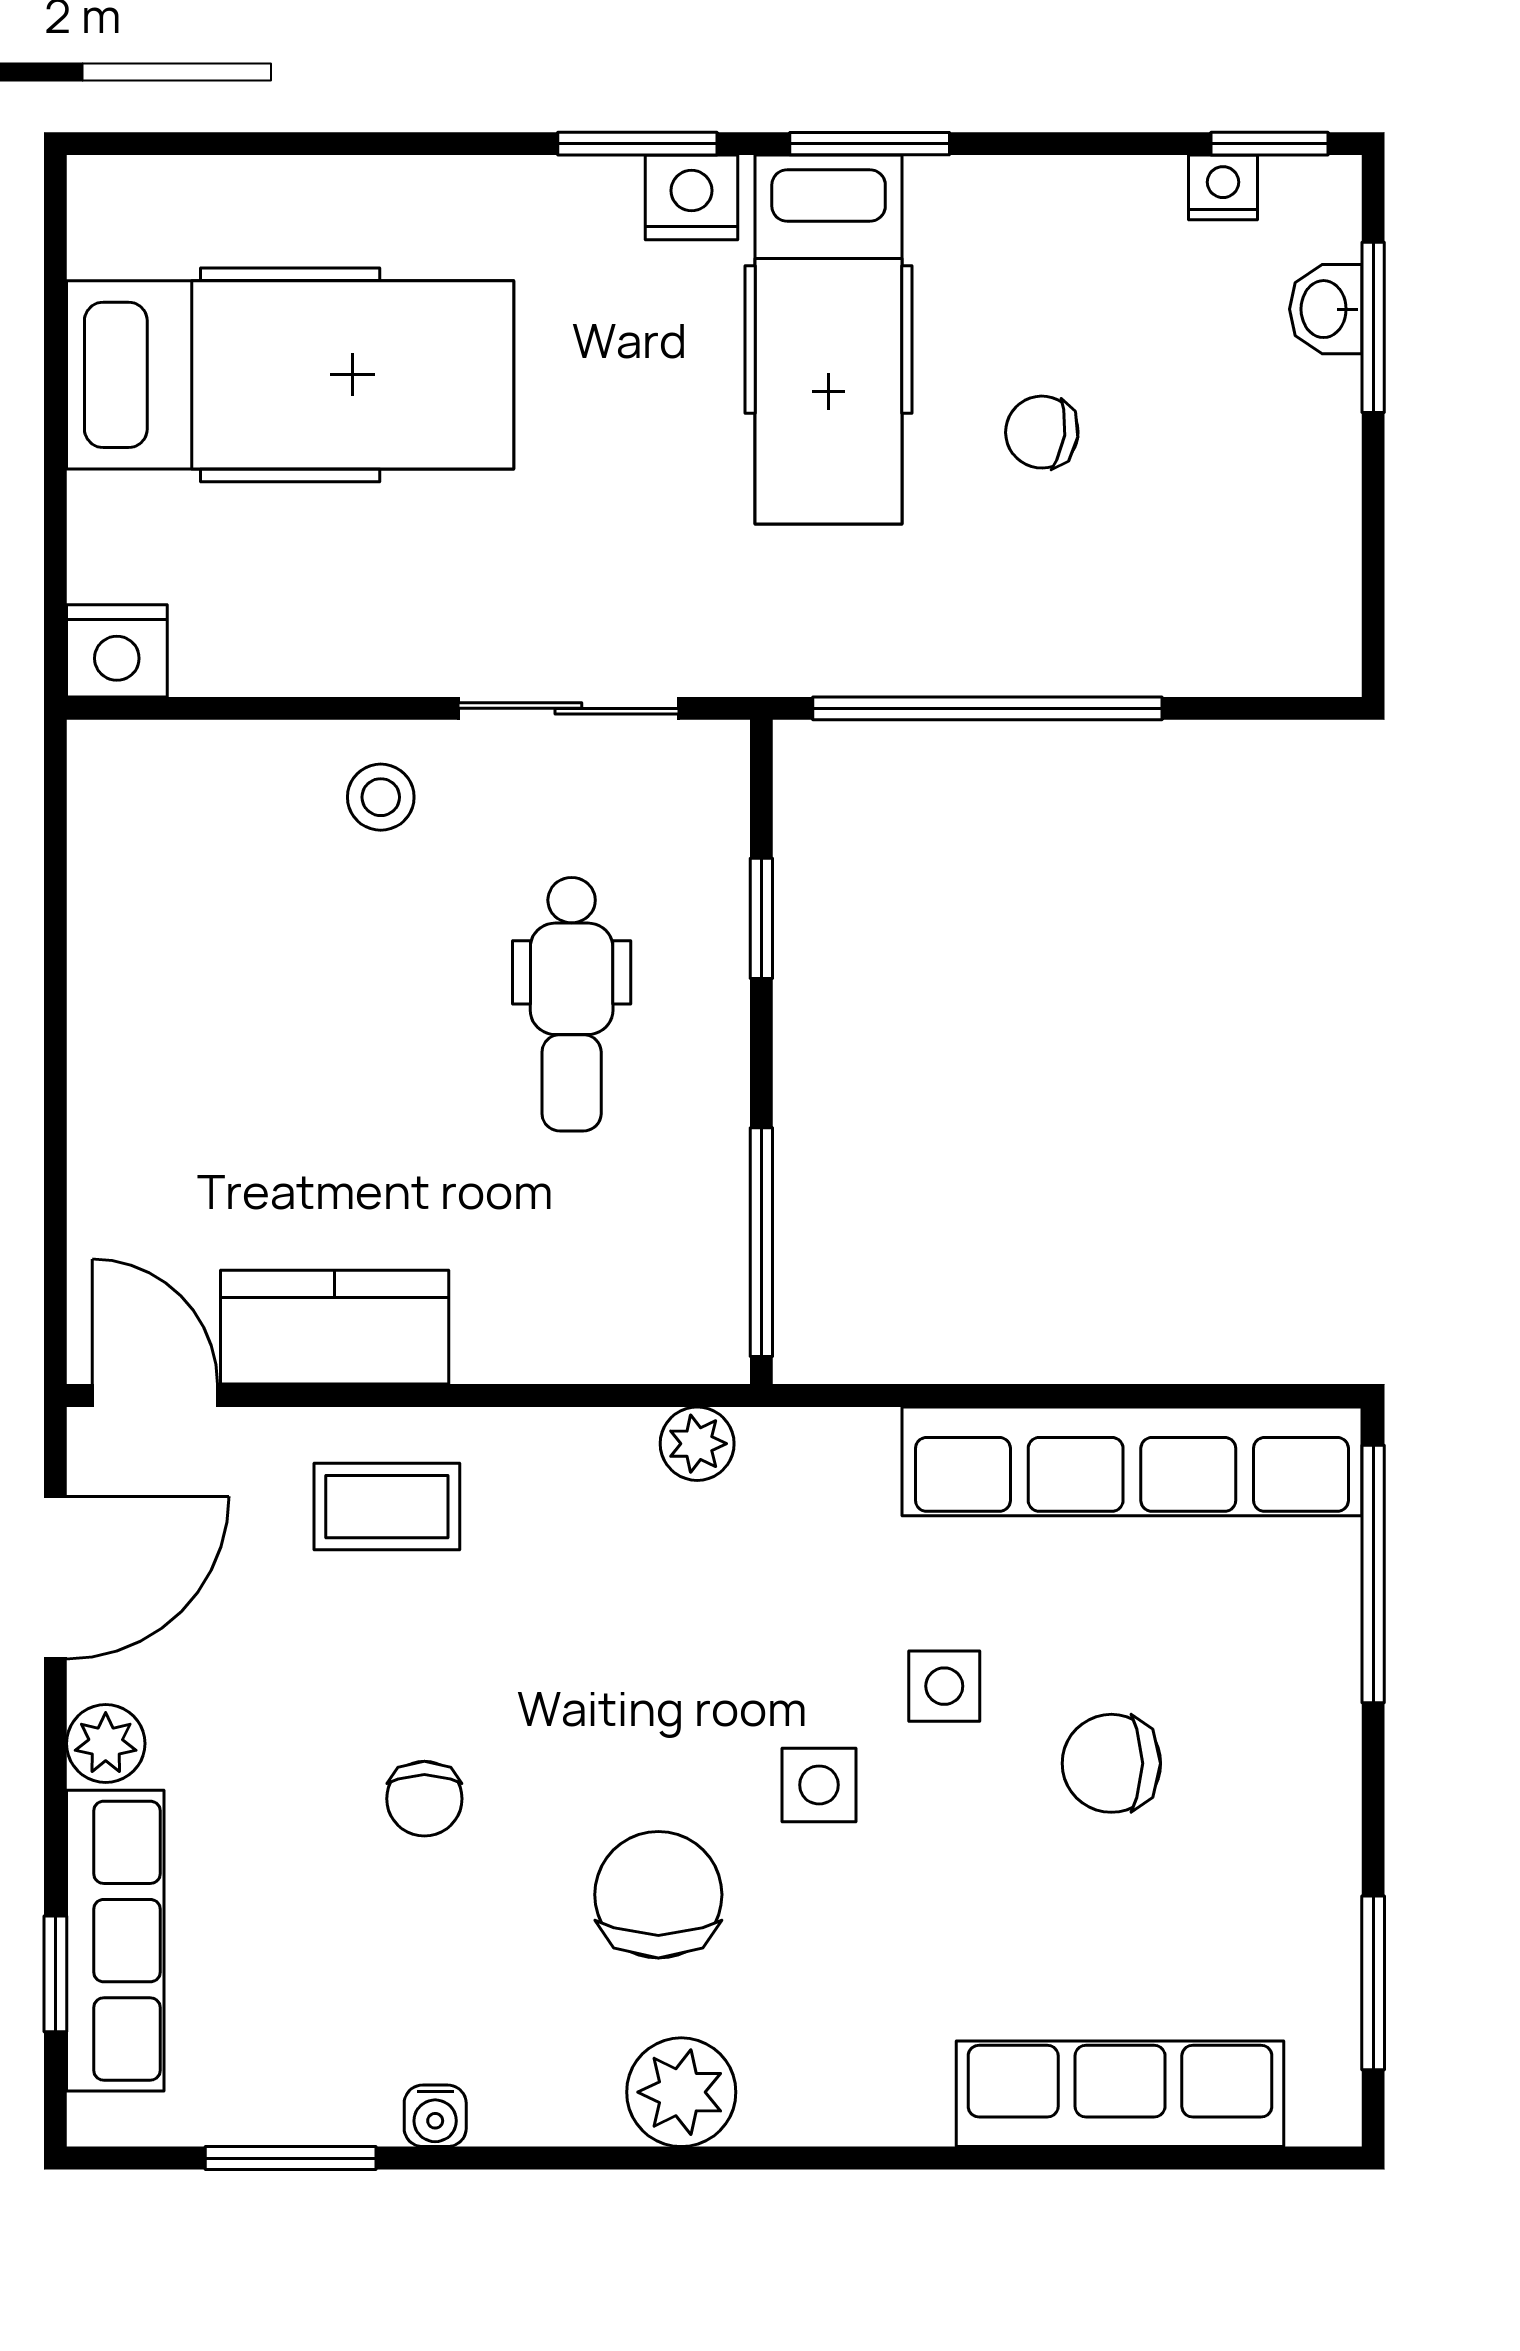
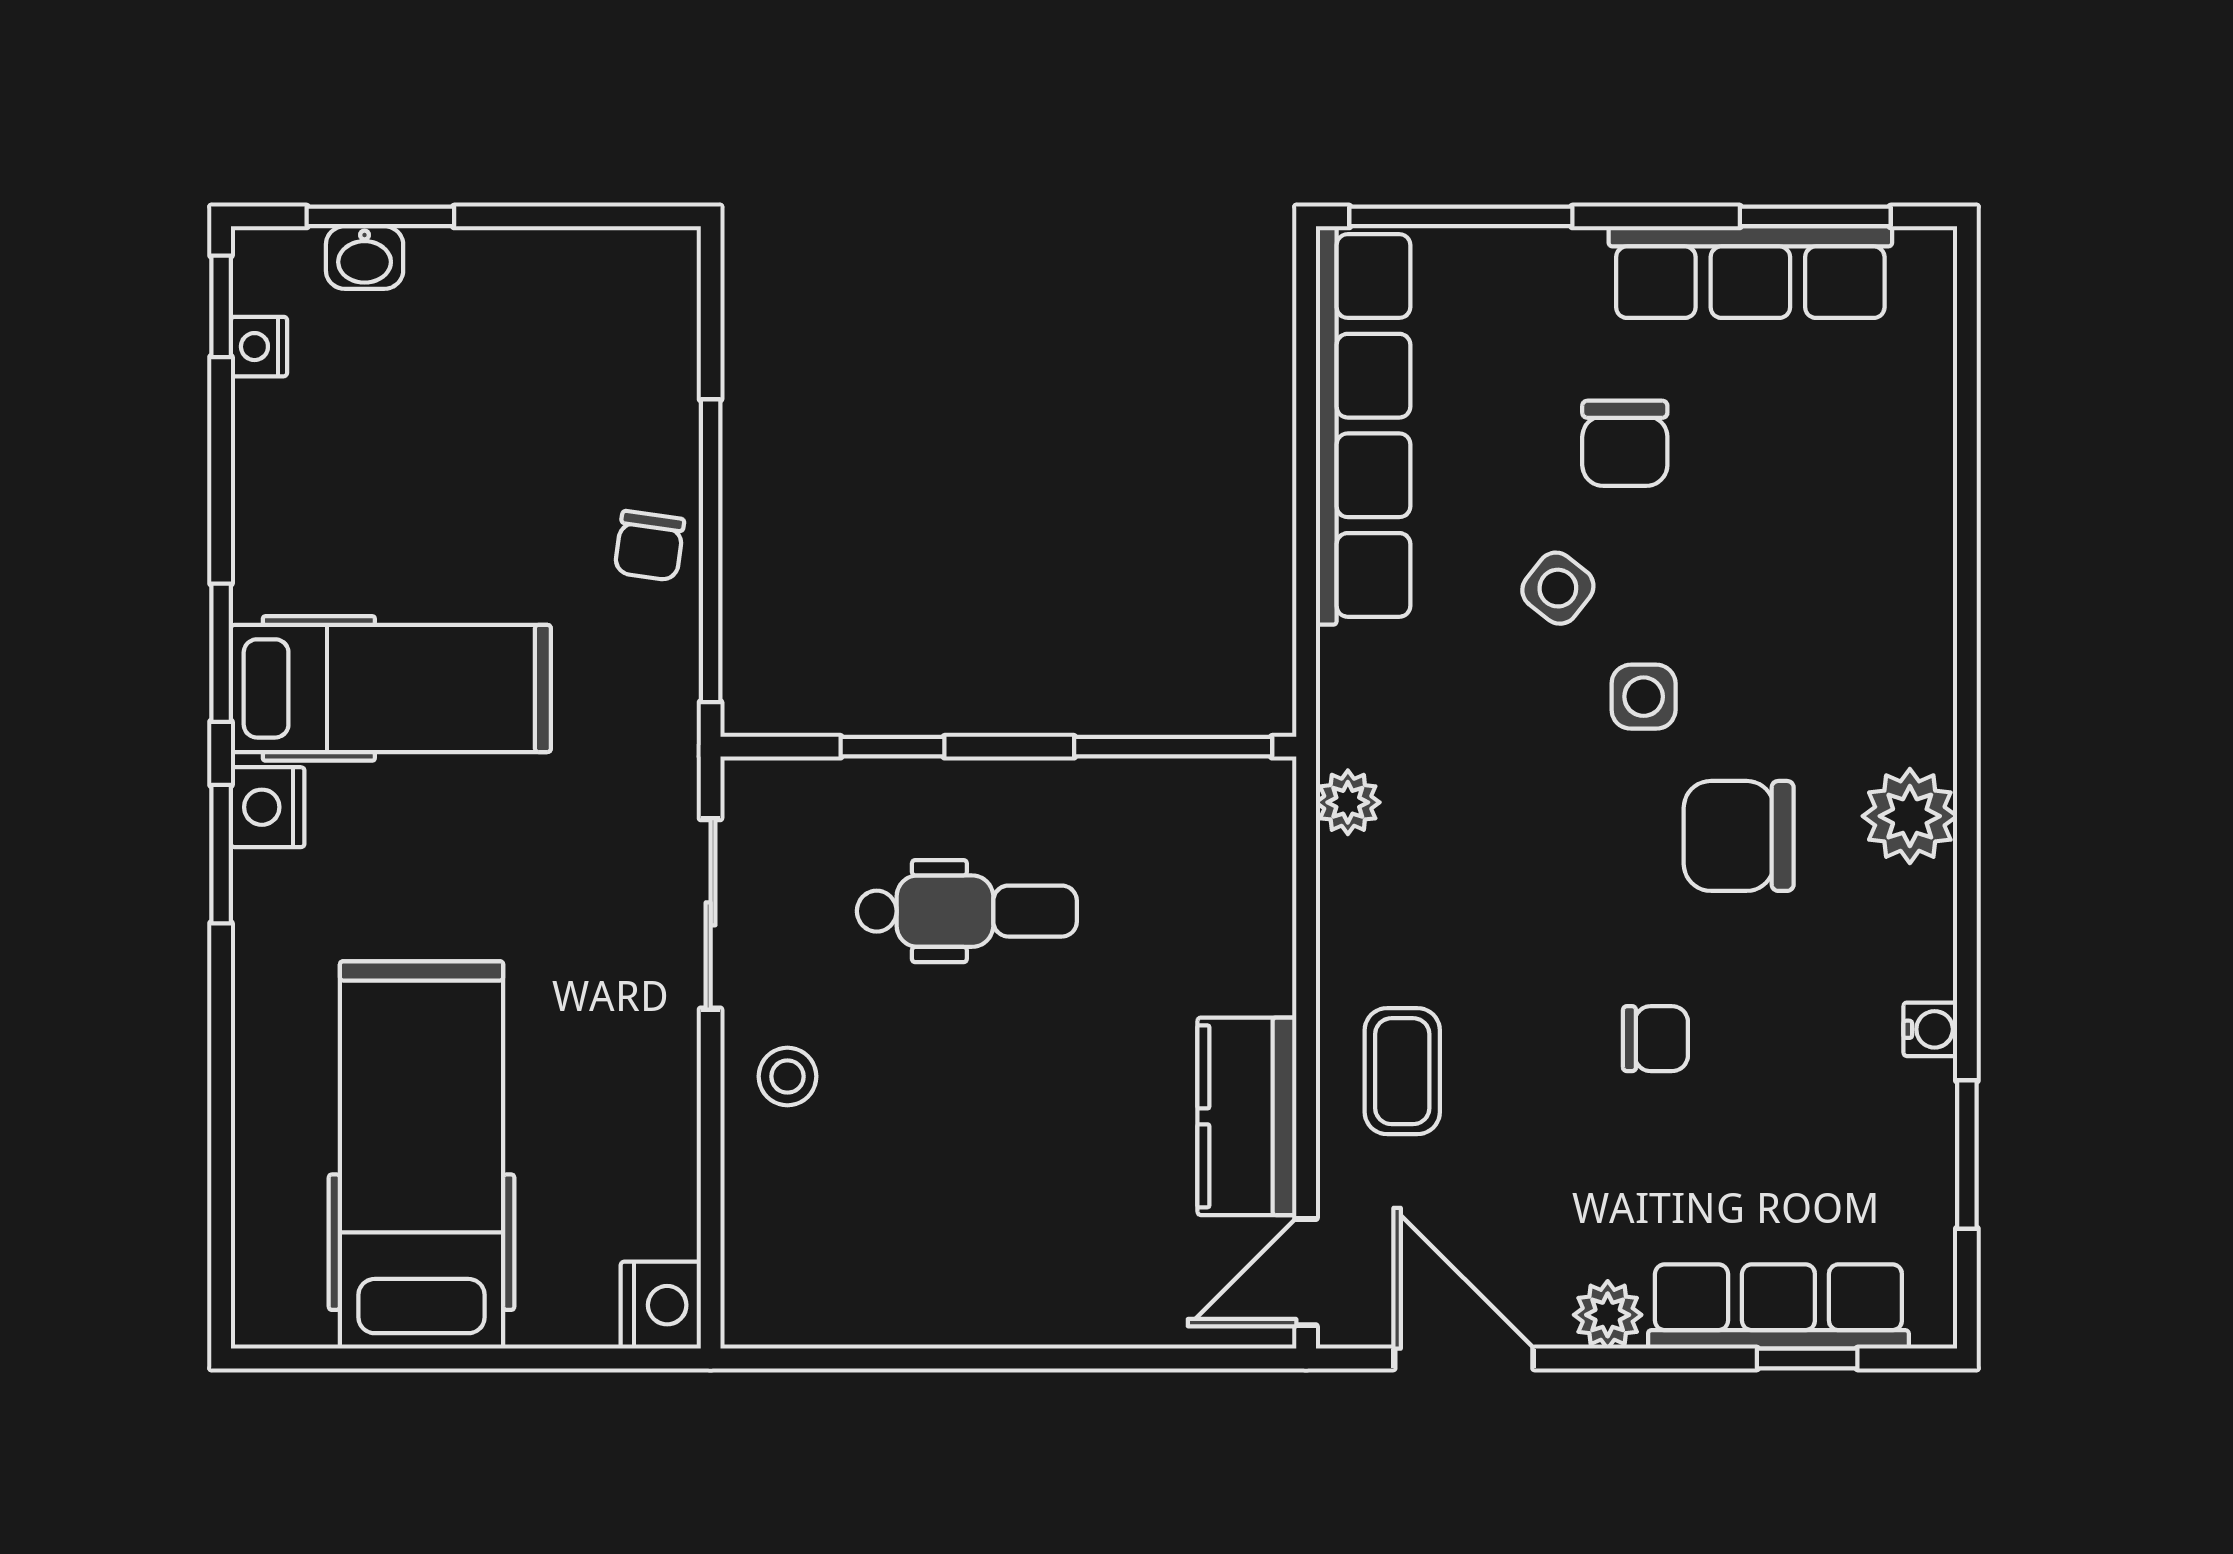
chair: (1042, 432) -> (649, 546), moved
side table: (944, 1686) -> (1558, 588), turned 38
row of seats: (1120, 2094) -> (1750, 272), moved, turned -90

